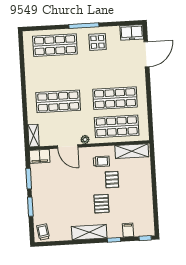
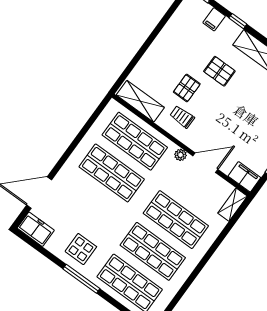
shop shelf: (57, 73) -> (153, 251), added
door: (68, 147) -> (205, 163), hinge flipped
pallet: (101, 204) -> (219, 71), turned 90

